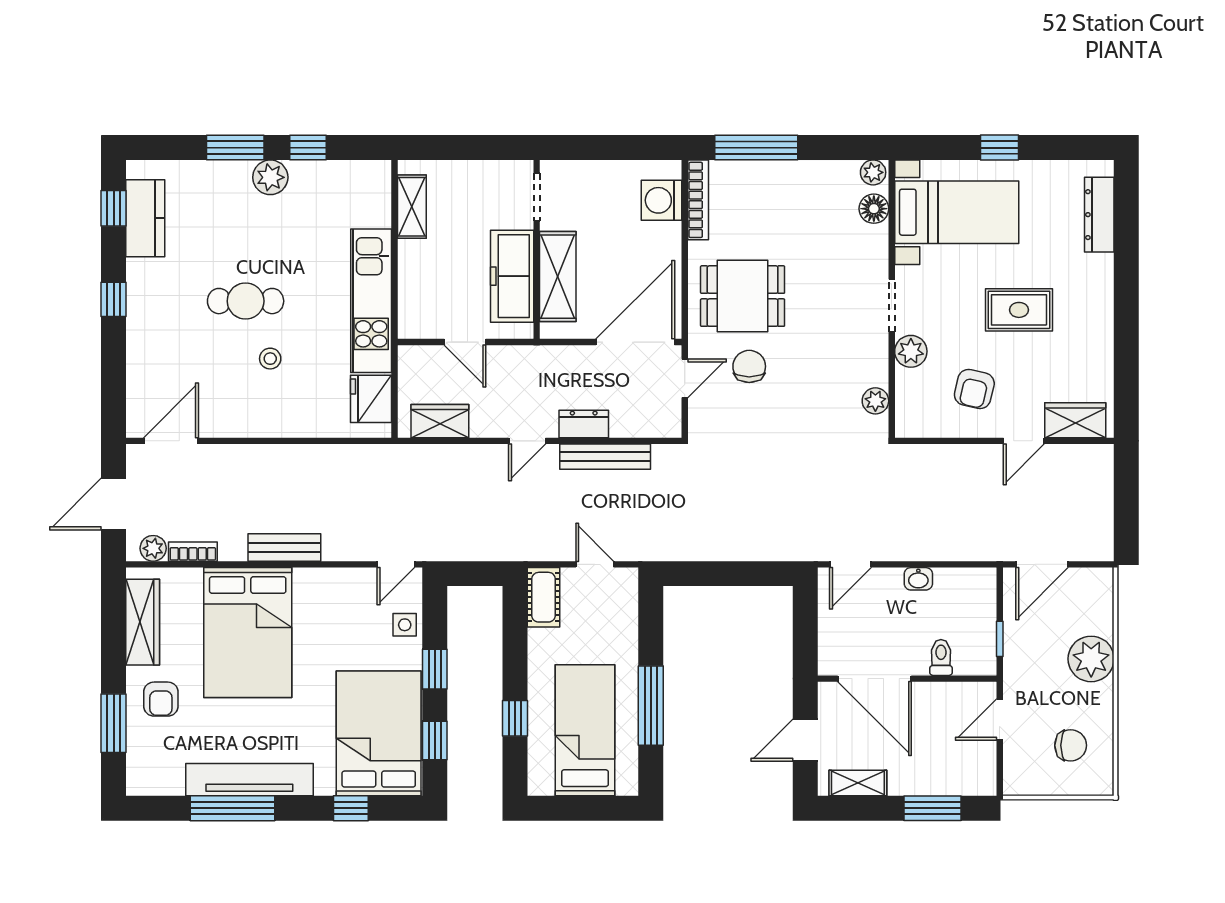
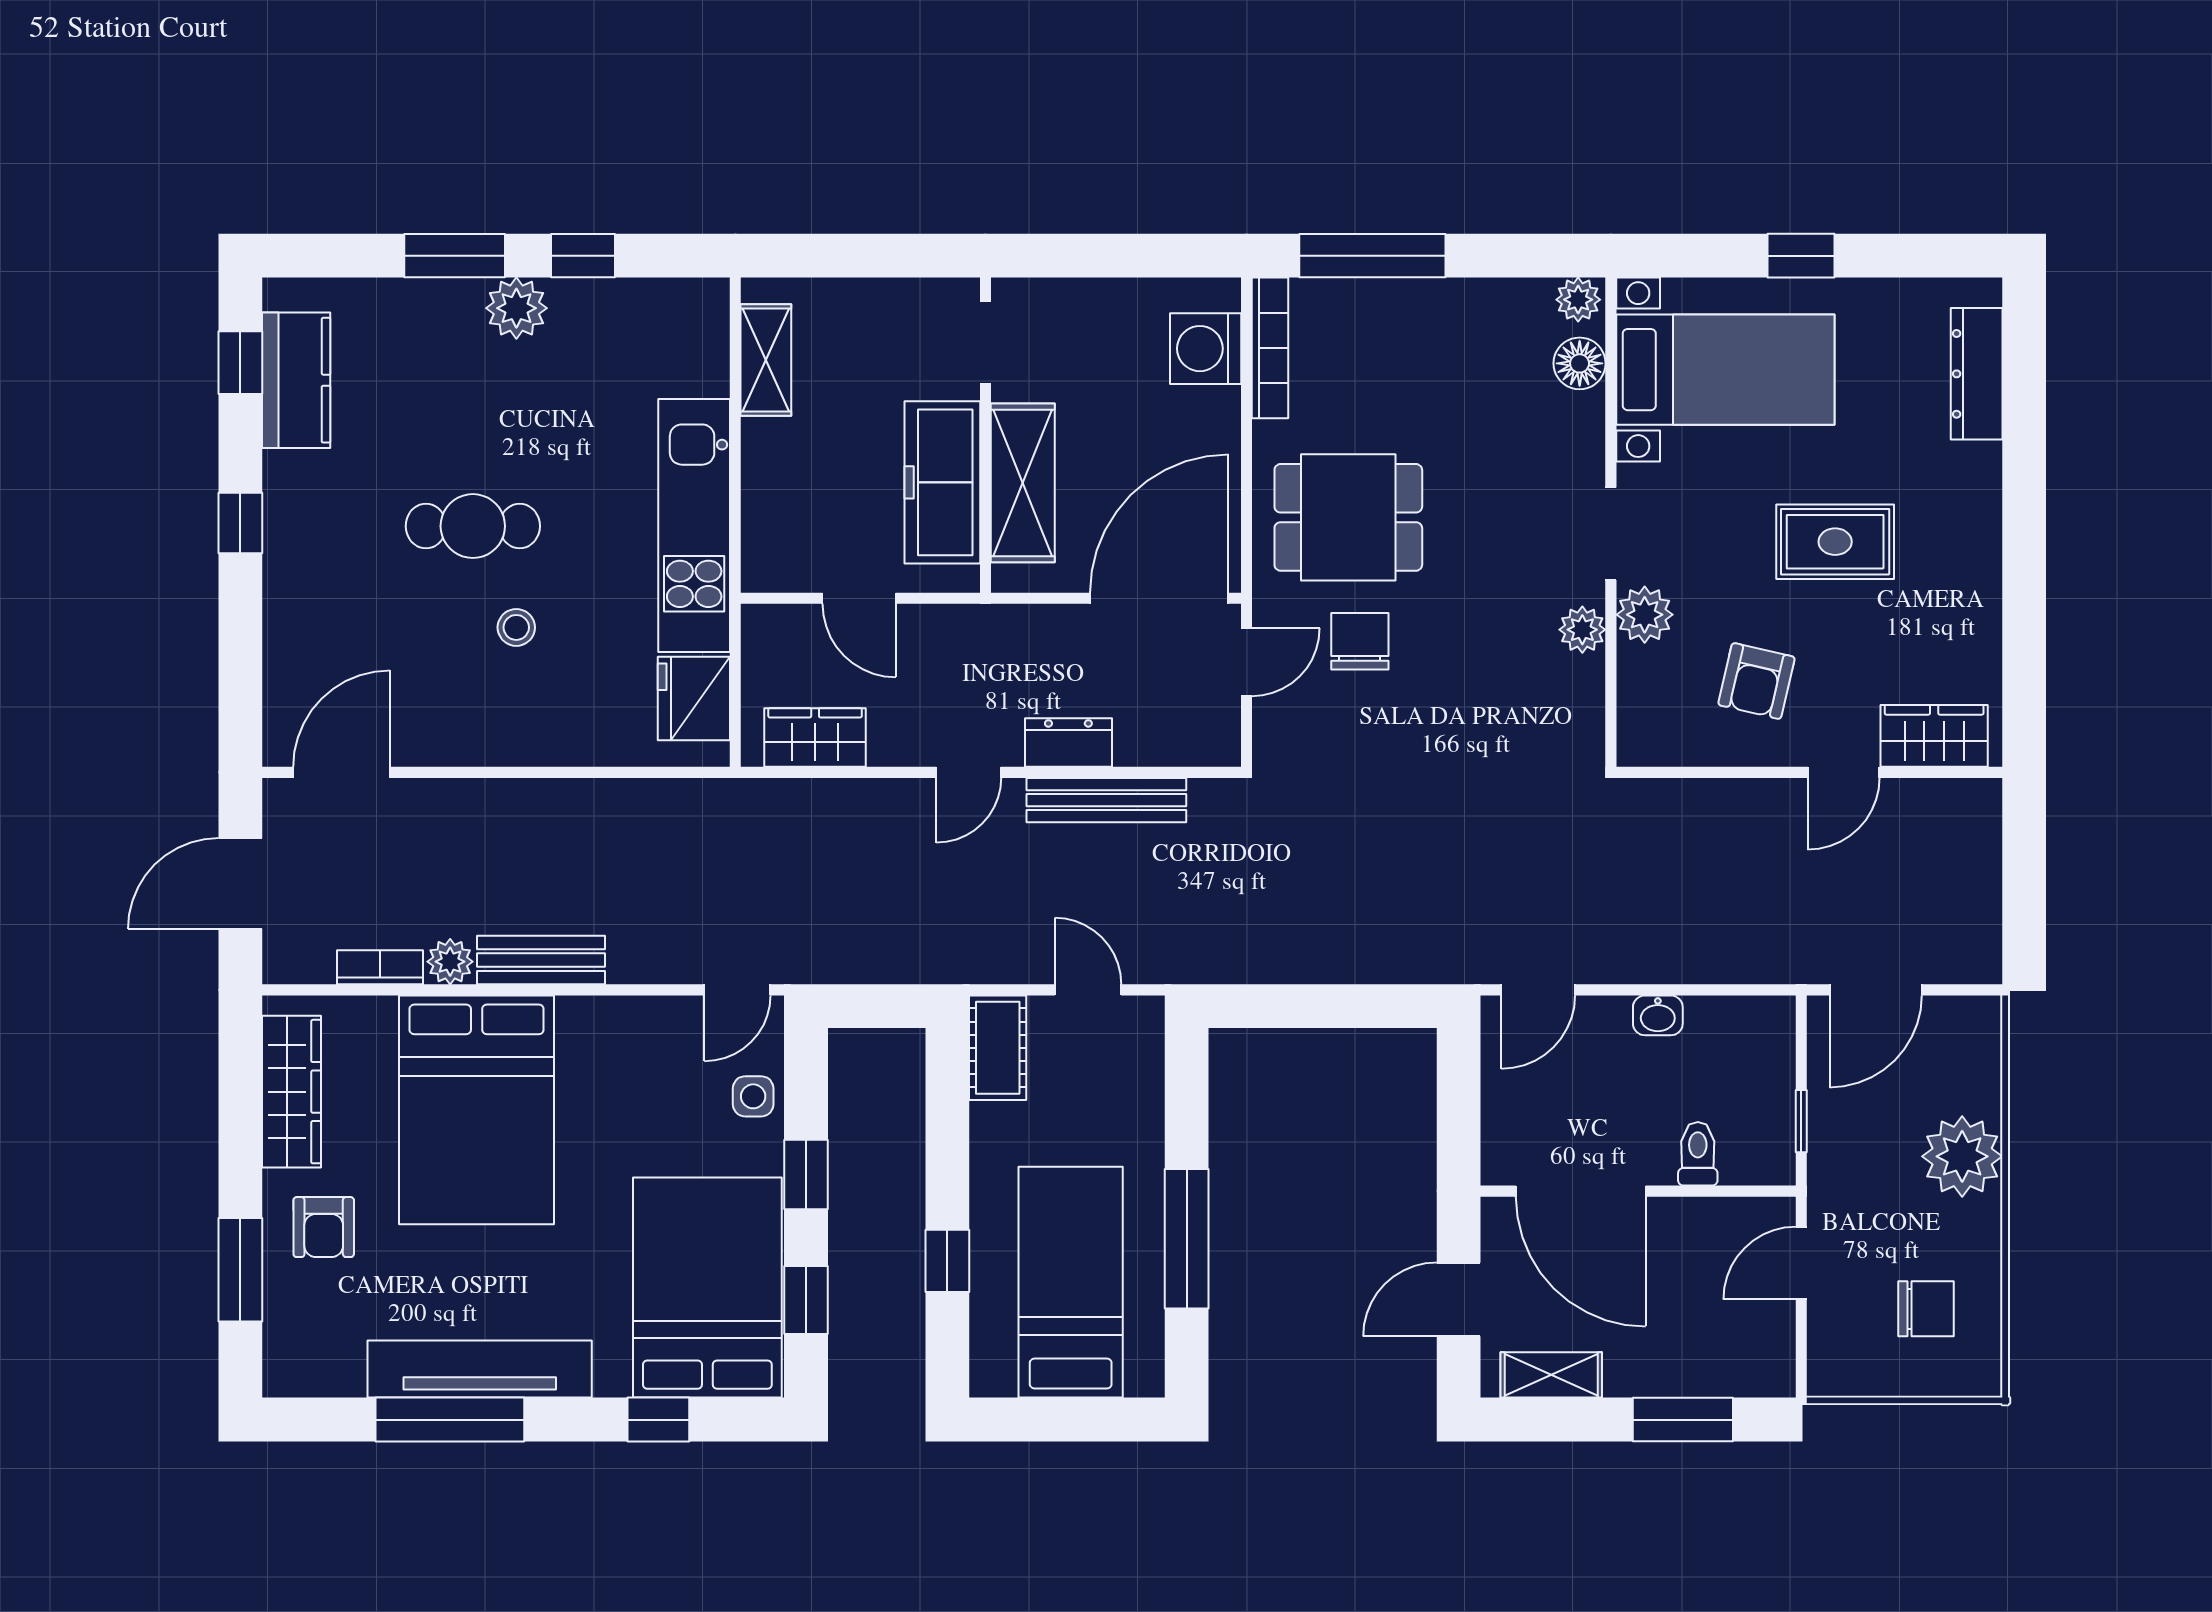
plant: (875, 401) -> (1582, 630), moved
plant: (153, 548) -> (450, 962), moved

